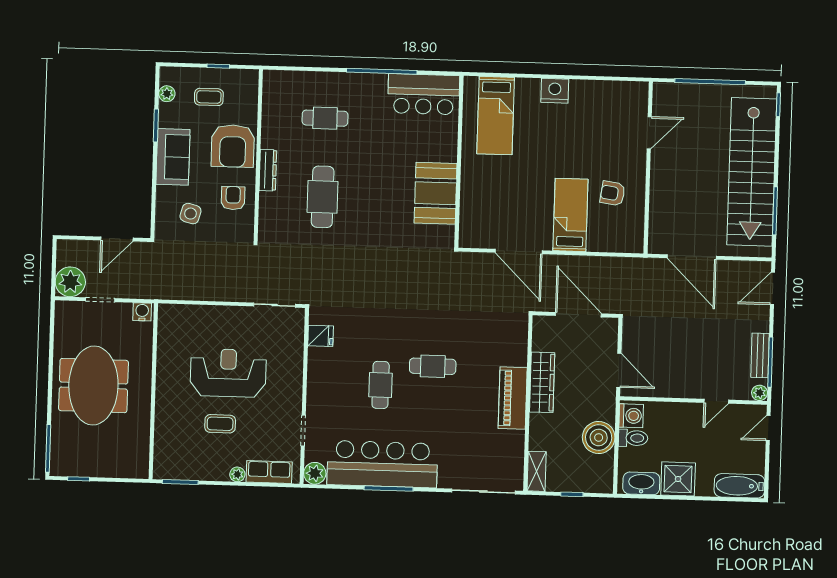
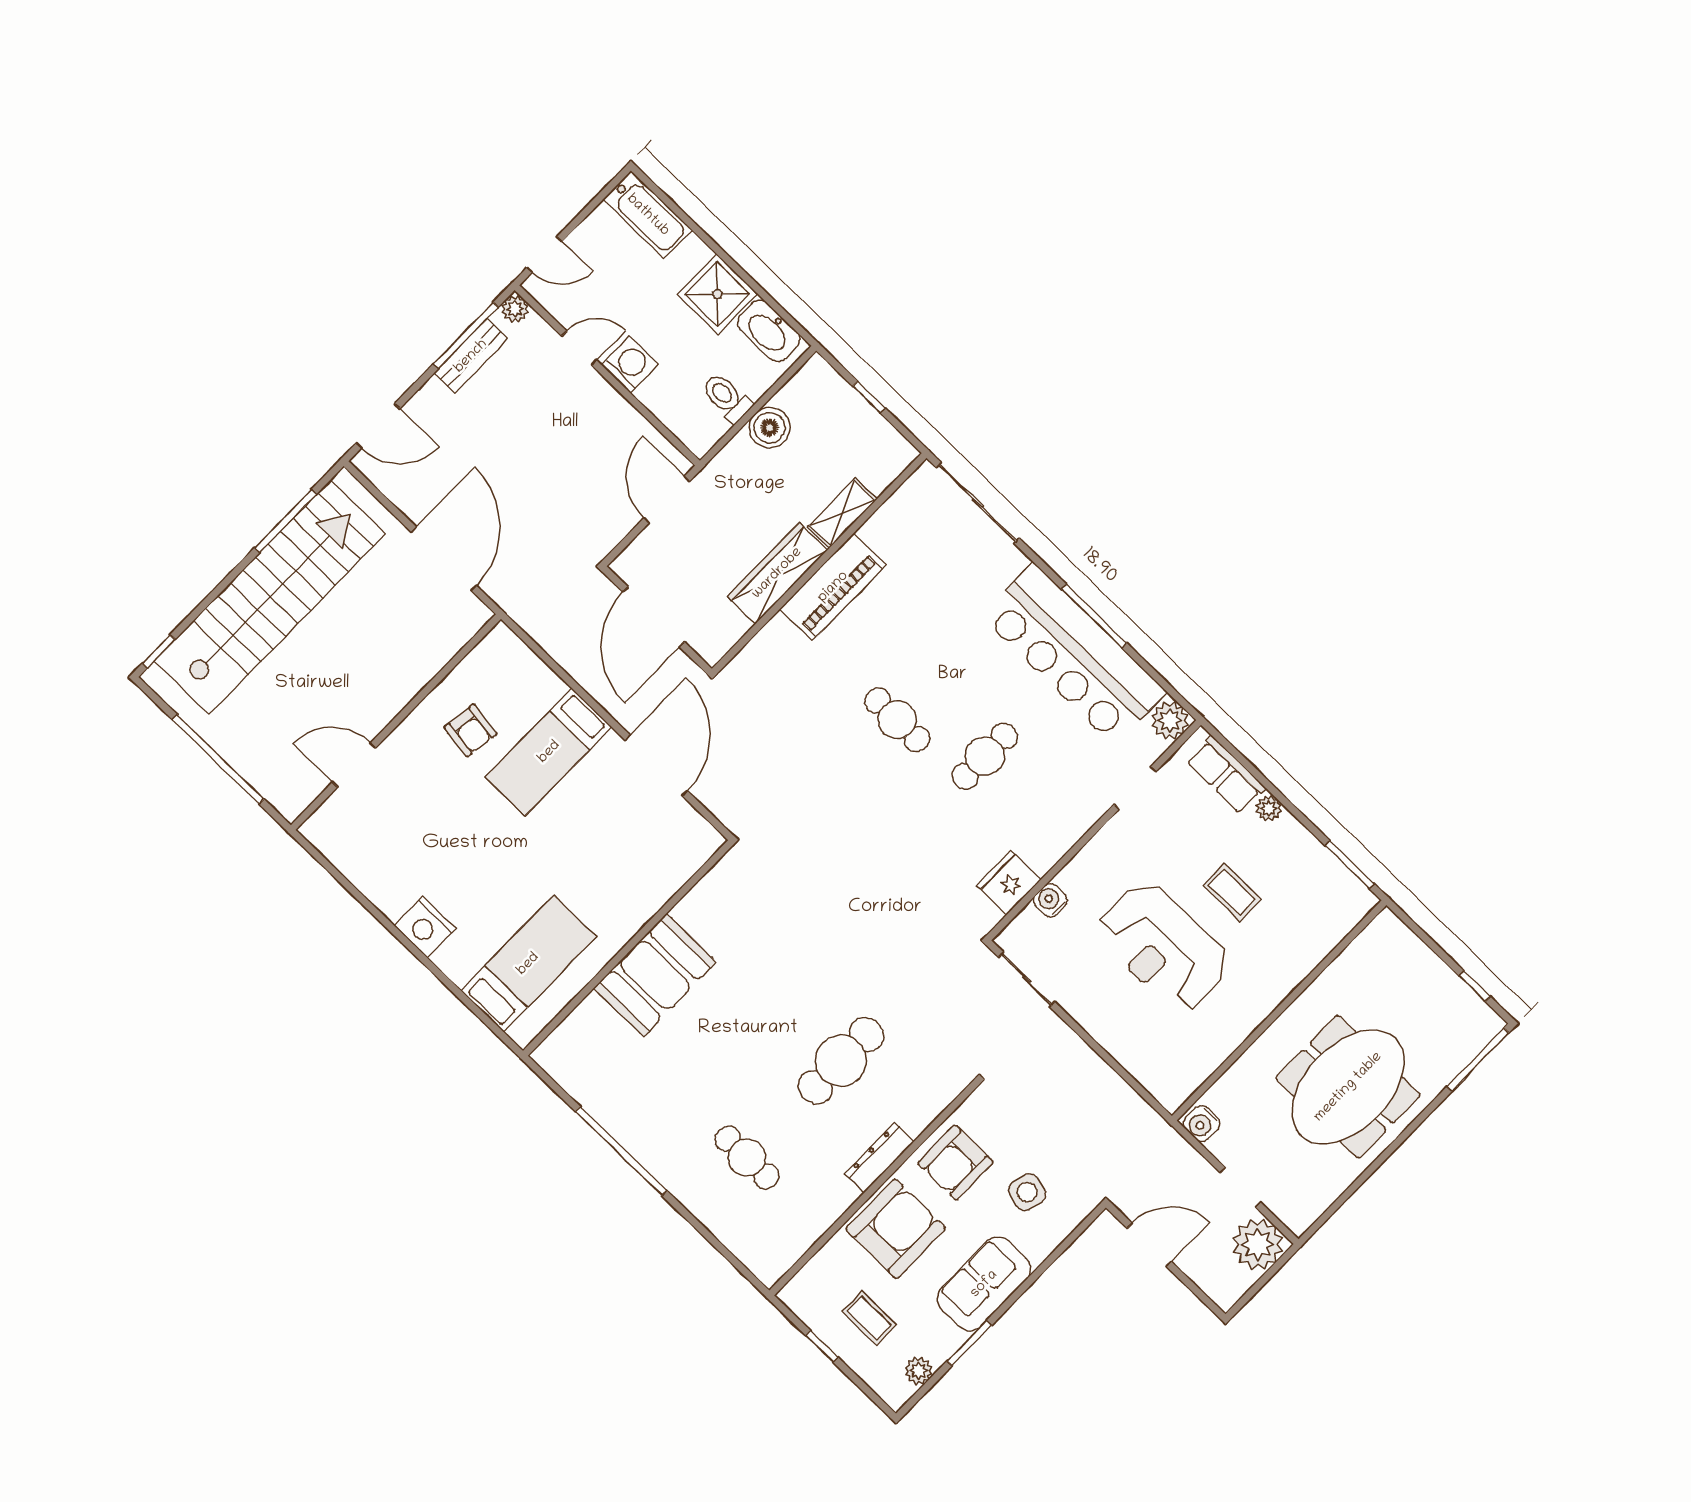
bar counter: (424, 94) -> (595, 1074), removed
booth: (436, 193) -> (655, 975), moved
armchair: (233, 198) -> (955, 1163), width x1.38, depth x1.38
fridge: (321, 336) -> (1009, 883), width x1.38
water cooler: (295, 349) -> (1050, 900), added
washing machine: (631, 416) -> (630, 364), moved, turned 90
boiler: (599, 438) -> (770, 428), width x0.73, depth x0.73
shelving: (537, 471) -> (842, 513), moved

